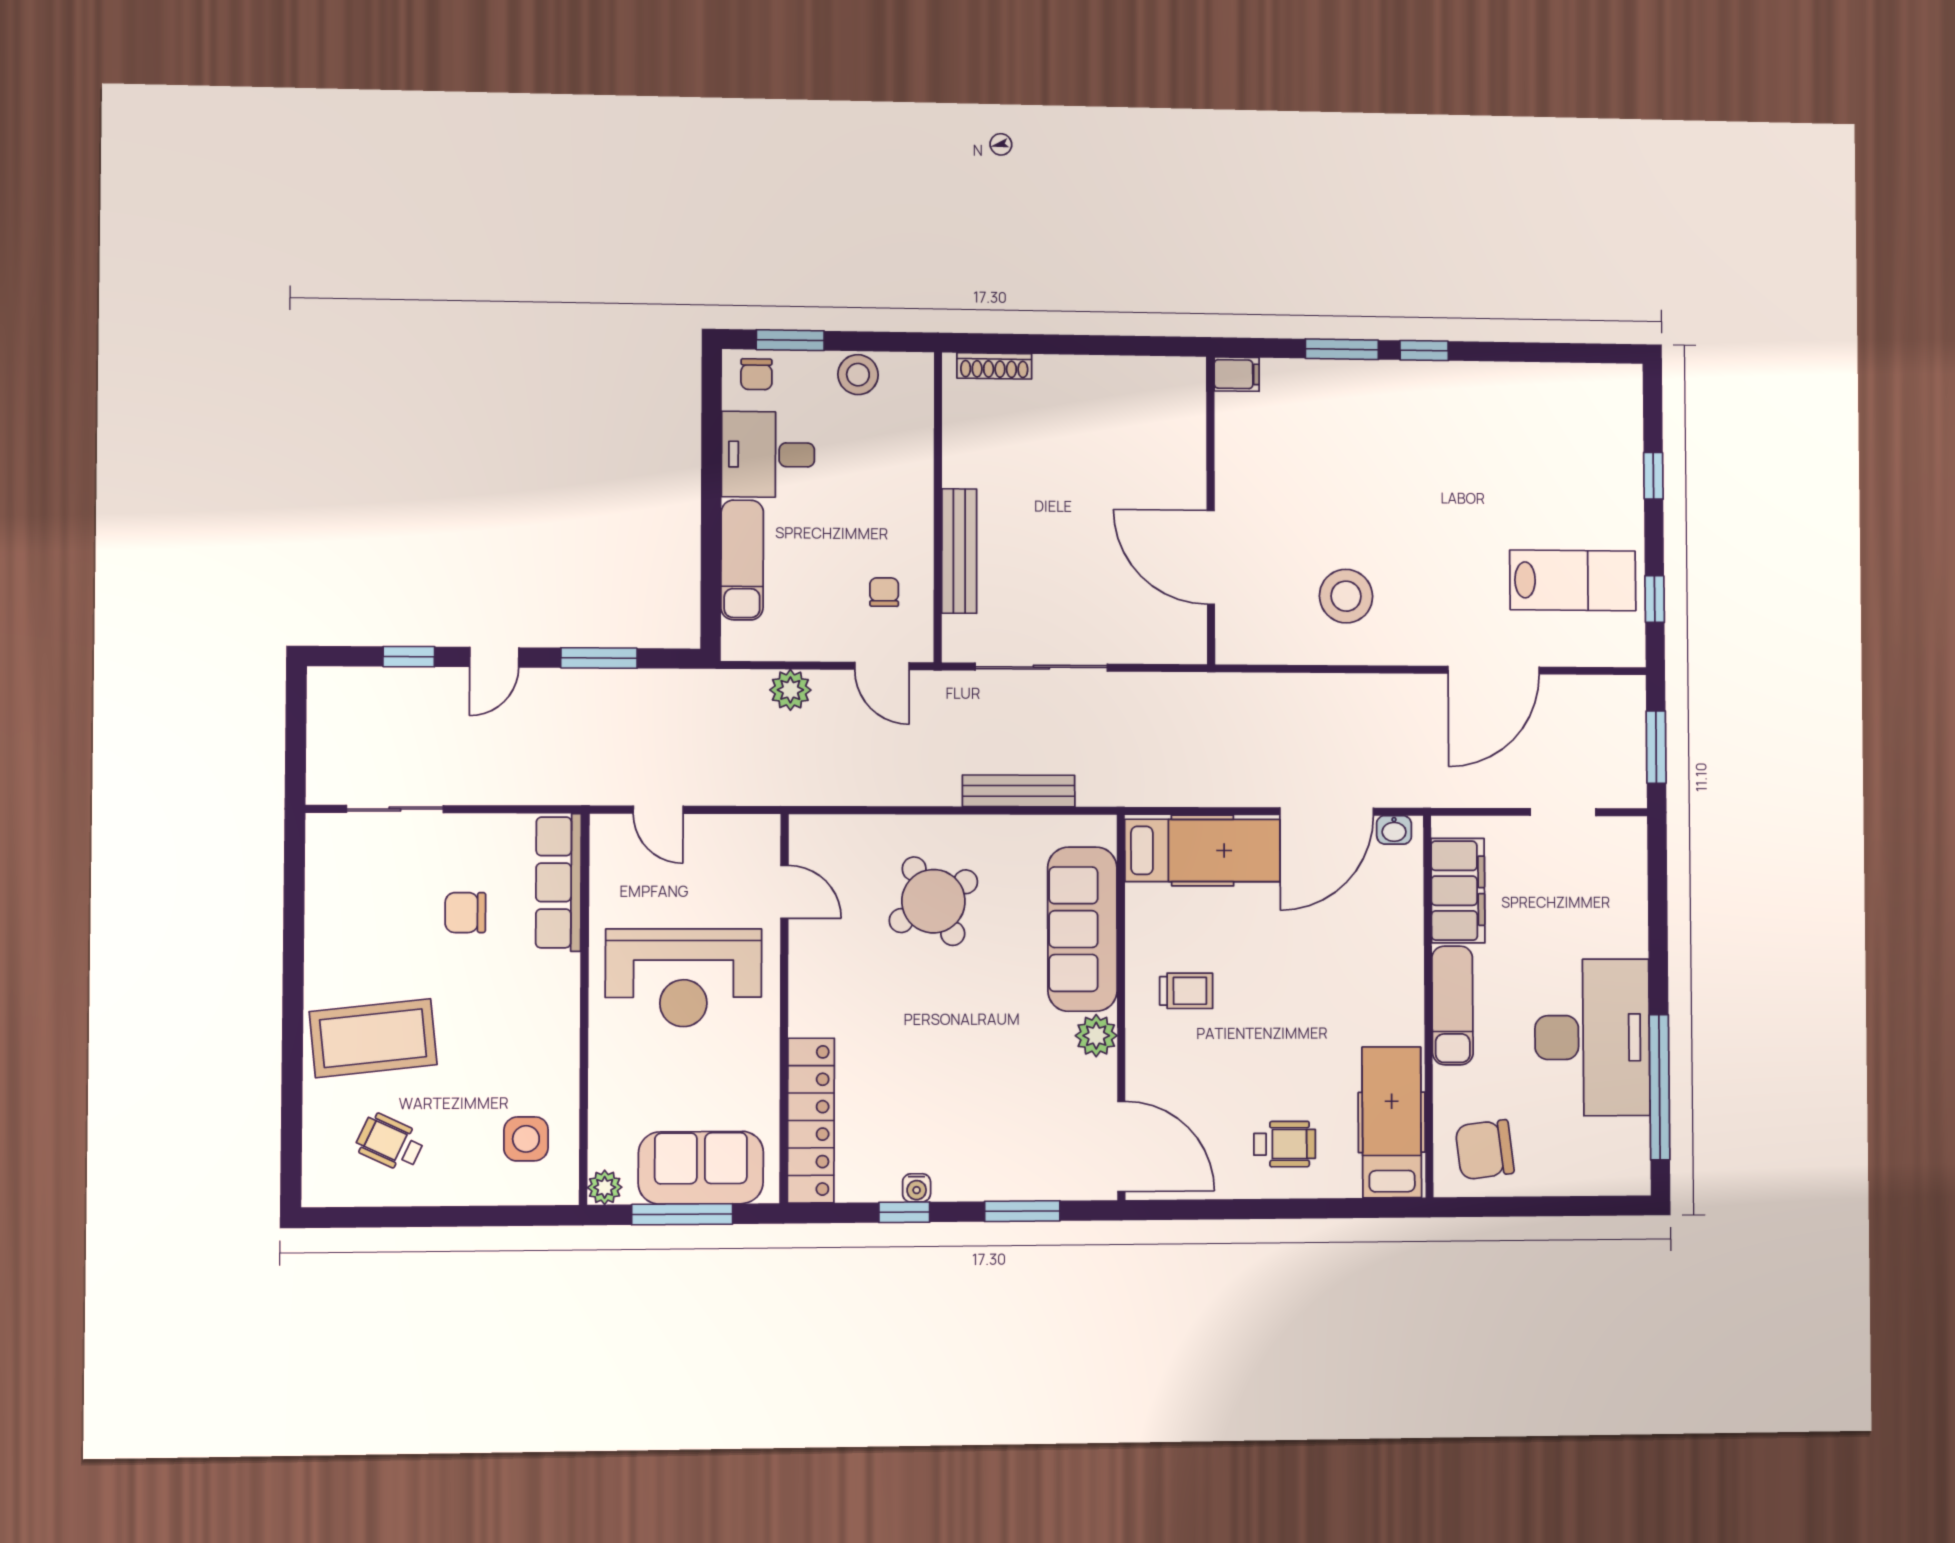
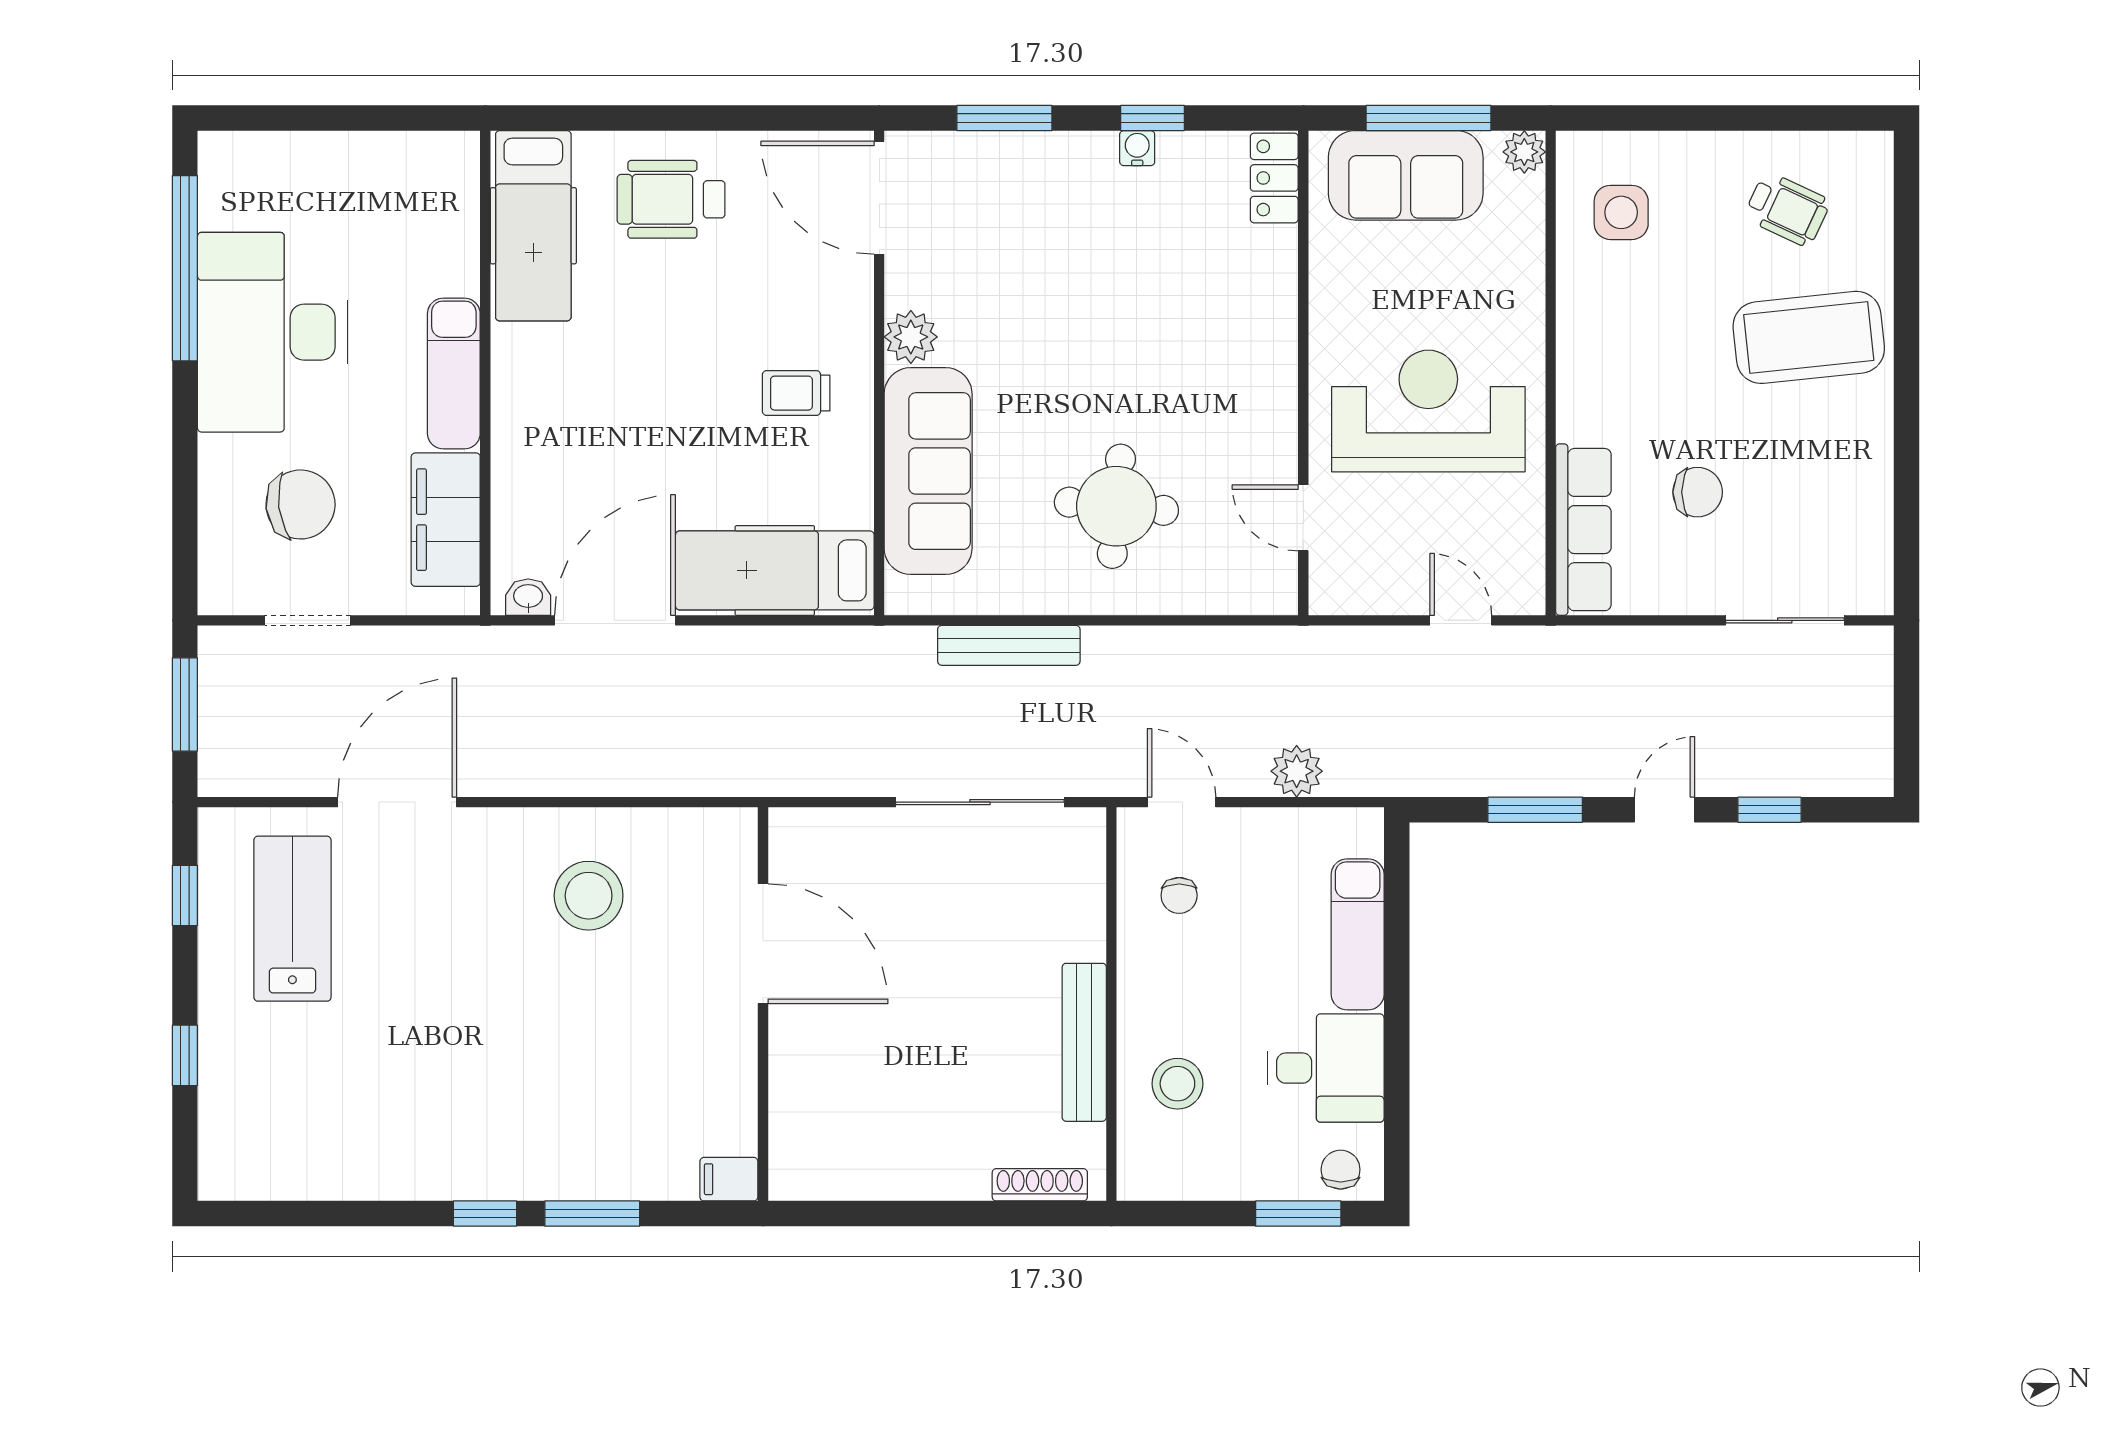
stool: (858, 375) -> (1177, 1084), moved
bench: (959, 551) -> (1084, 1042), moved
lab bench: (1573, 580) -> (292, 919), turned 90
round table: (933, 901) -> (1116, 506), turned 36
locker: (811, 1120) -> (1274, 178), width x0.46, depth x0.83
wheelchair: (1285, 1144) -> (671, 199), width x1.36, depth x1.37
chair: (1485, 1150) -> (301, 504), moved

